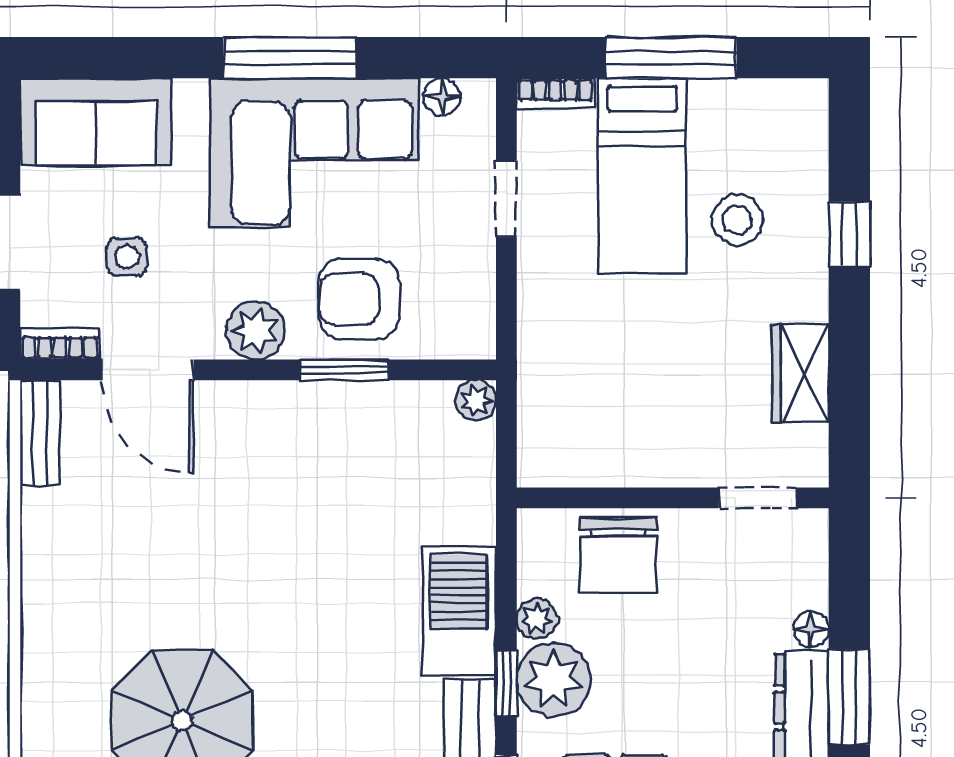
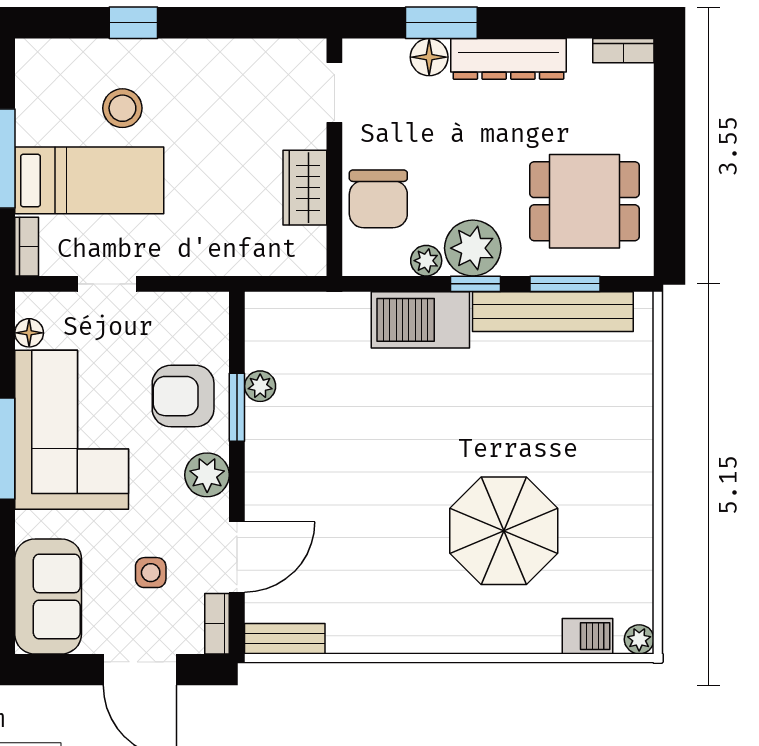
armchair: (359, 299) -> (183, 396), turned 90
wardrobe: (800, 373) -> (305, 188), moved, turned 90
plant: (476, 400) -> (260, 386), moved
chair: (618, 556) -> (378, 199), turned 90
floor lamp: (811, 629) -> (429, 57), width x1.37, depth x1.37
window: (849, 697) -> (441, 23), moved

